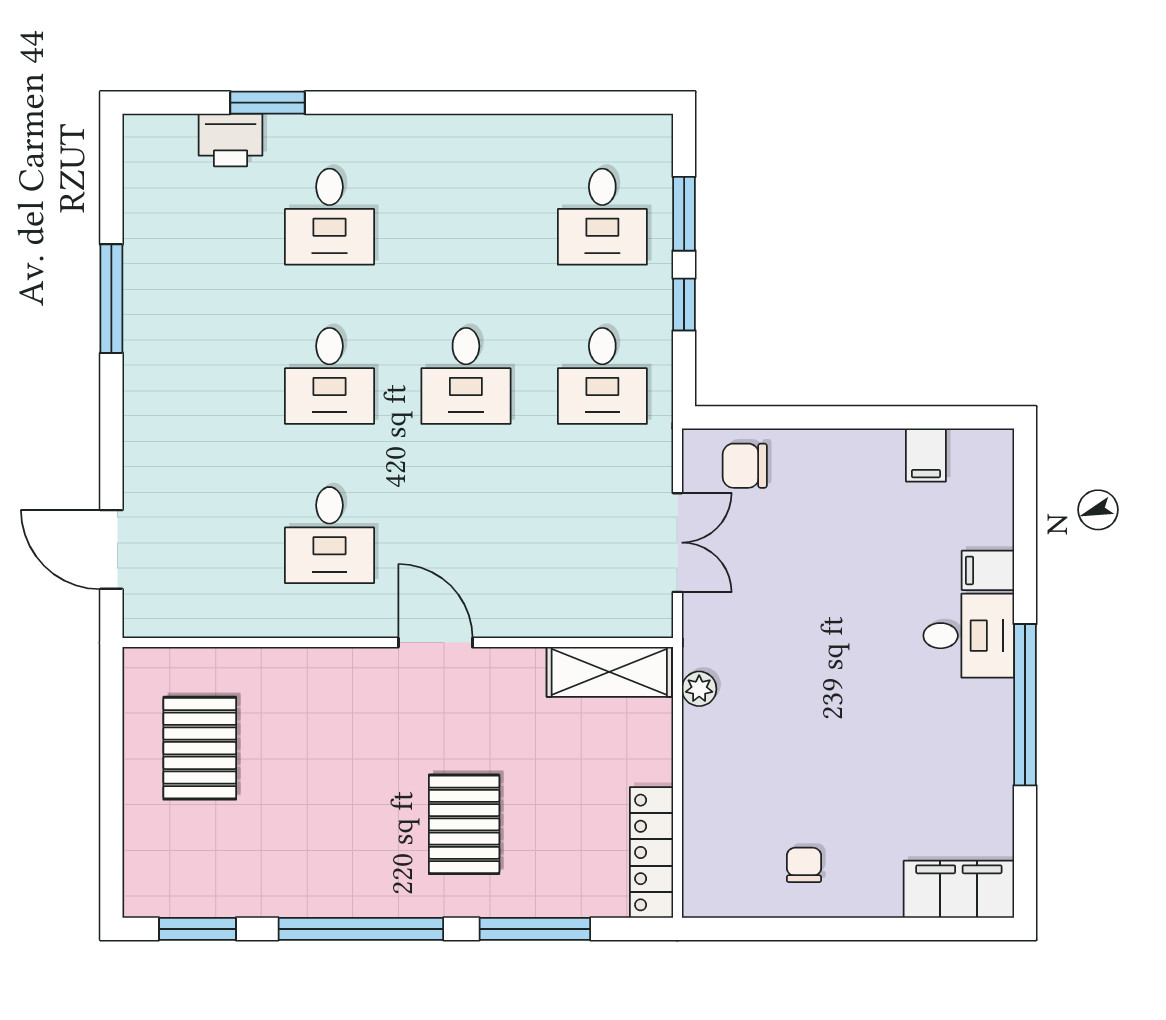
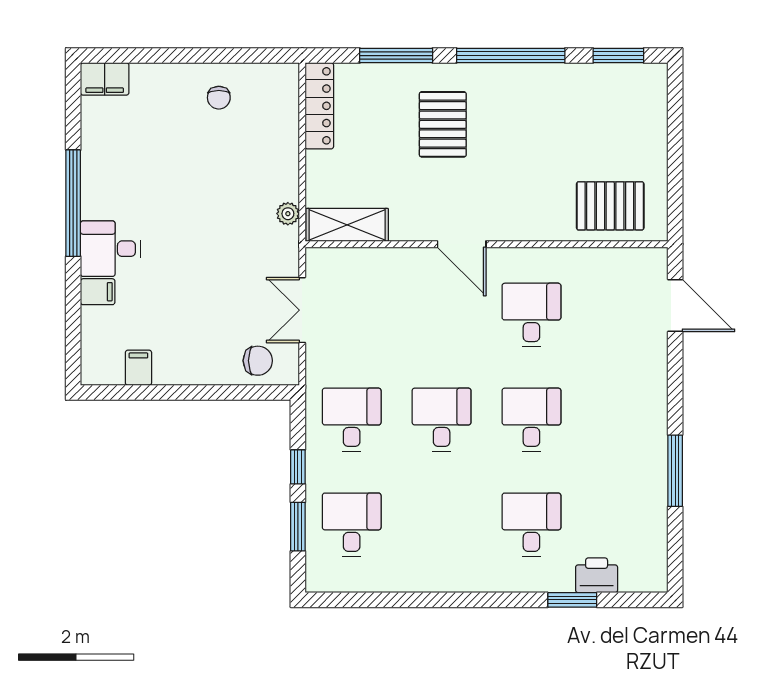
pallet: (200, 748) -> (610, 206), moved, turned 90
filing cabinet: (959, 889) -> (105, 79), width x0.67, depth x0.86

